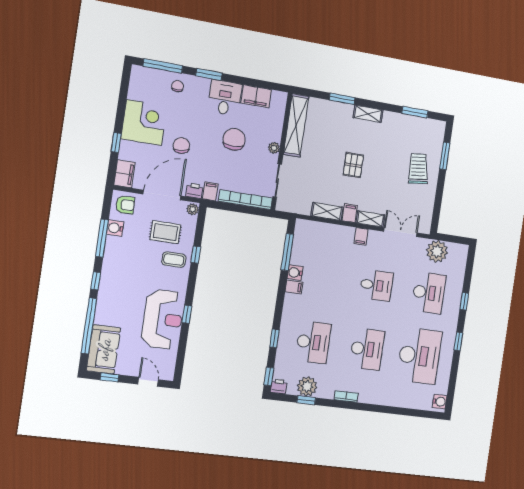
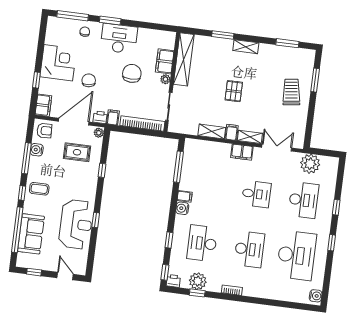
filing cabinet: (256, 96) -> (165, 61), moved, turned 90
desk: (225, 98) -> (119, 39), width x1.37
filing cabinet: (361, 236) -> (242, 152), width x2.00
coffee table: (174, 260) -> (39, 189), moved
water cooler: (295, 273) -> (182, 208), moved
desk: (313, 342) -> (202, 243), turned 180
sofa: (104, 349) -> (31, 234), moved

